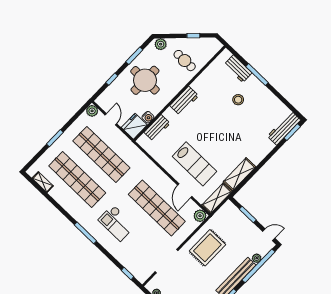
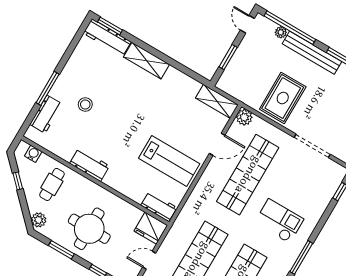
workbench: (184, 101) -> (90, 165), moved
water cooler: (148, 117) -> (33, 154), moved
workbench: (157, 128) -> (159, 206), moved
lab bench: (195, 164) -> (169, 161), moved, turned 90
shelving: (239, 174) -> (147, 61), moved
checkout: (117, 223) -> (279, 221), turned -90
rug: (207, 248) -> (283, 98), turned 90

